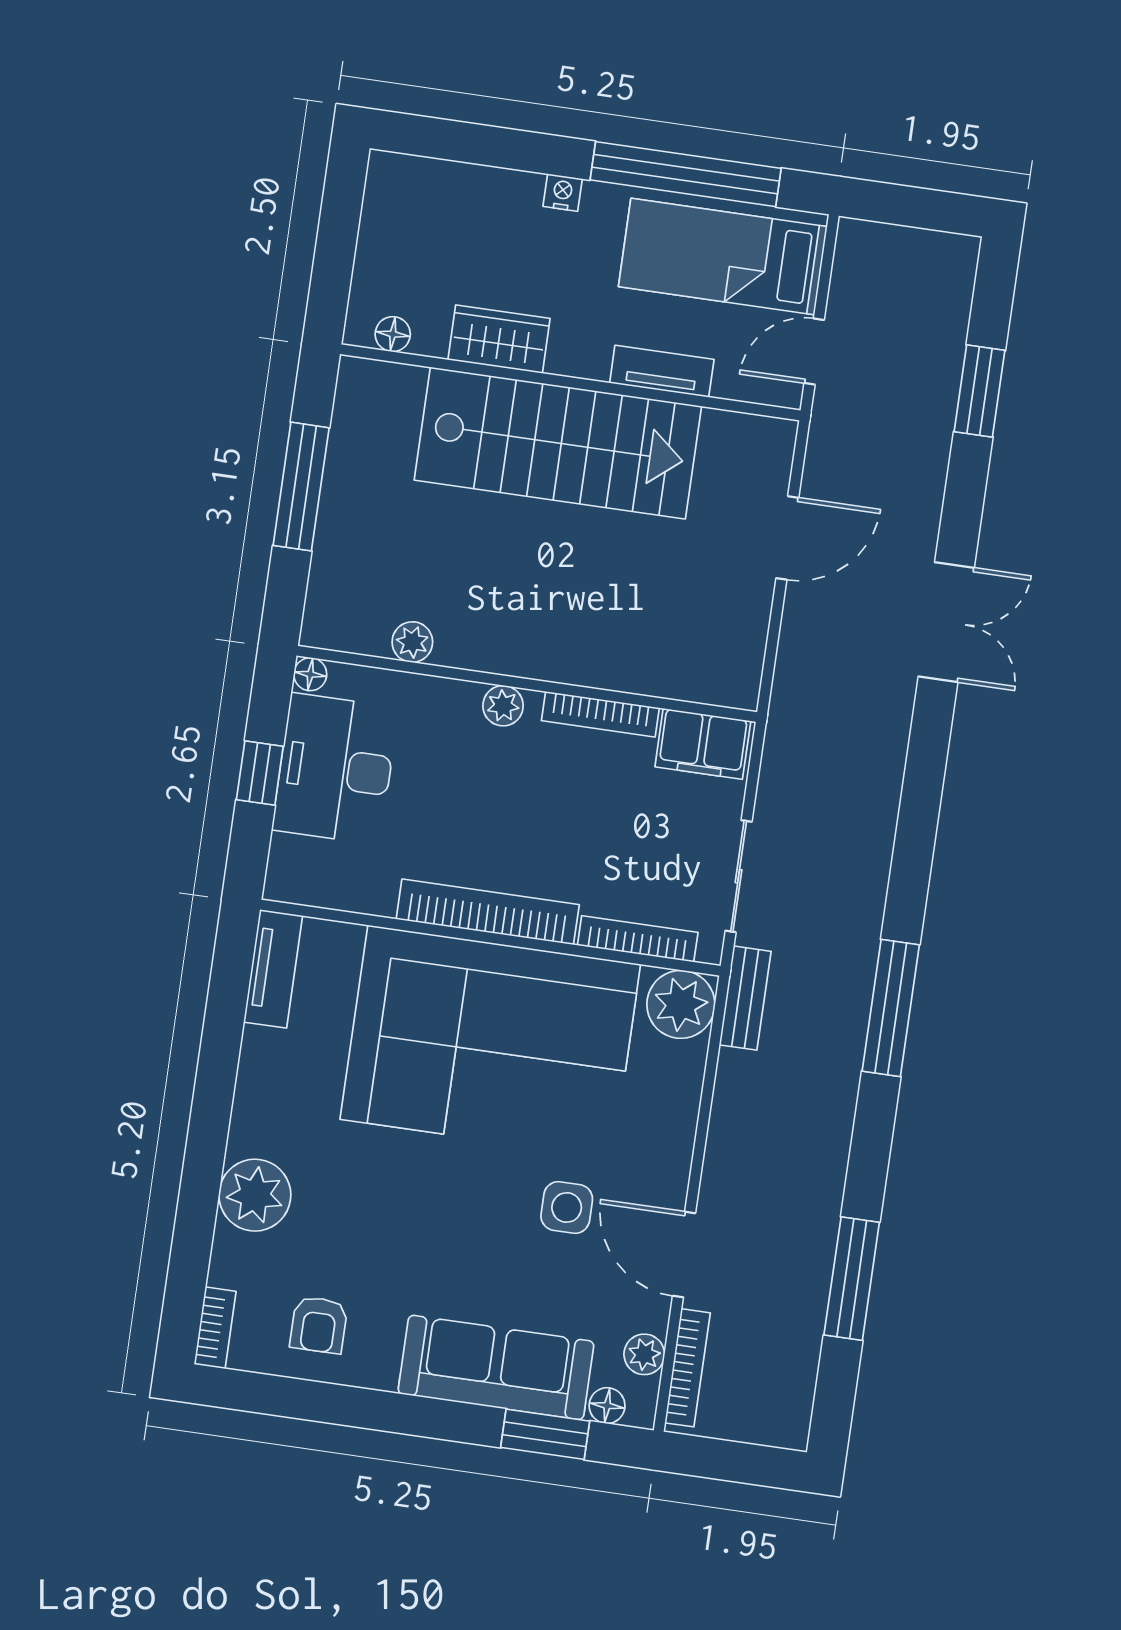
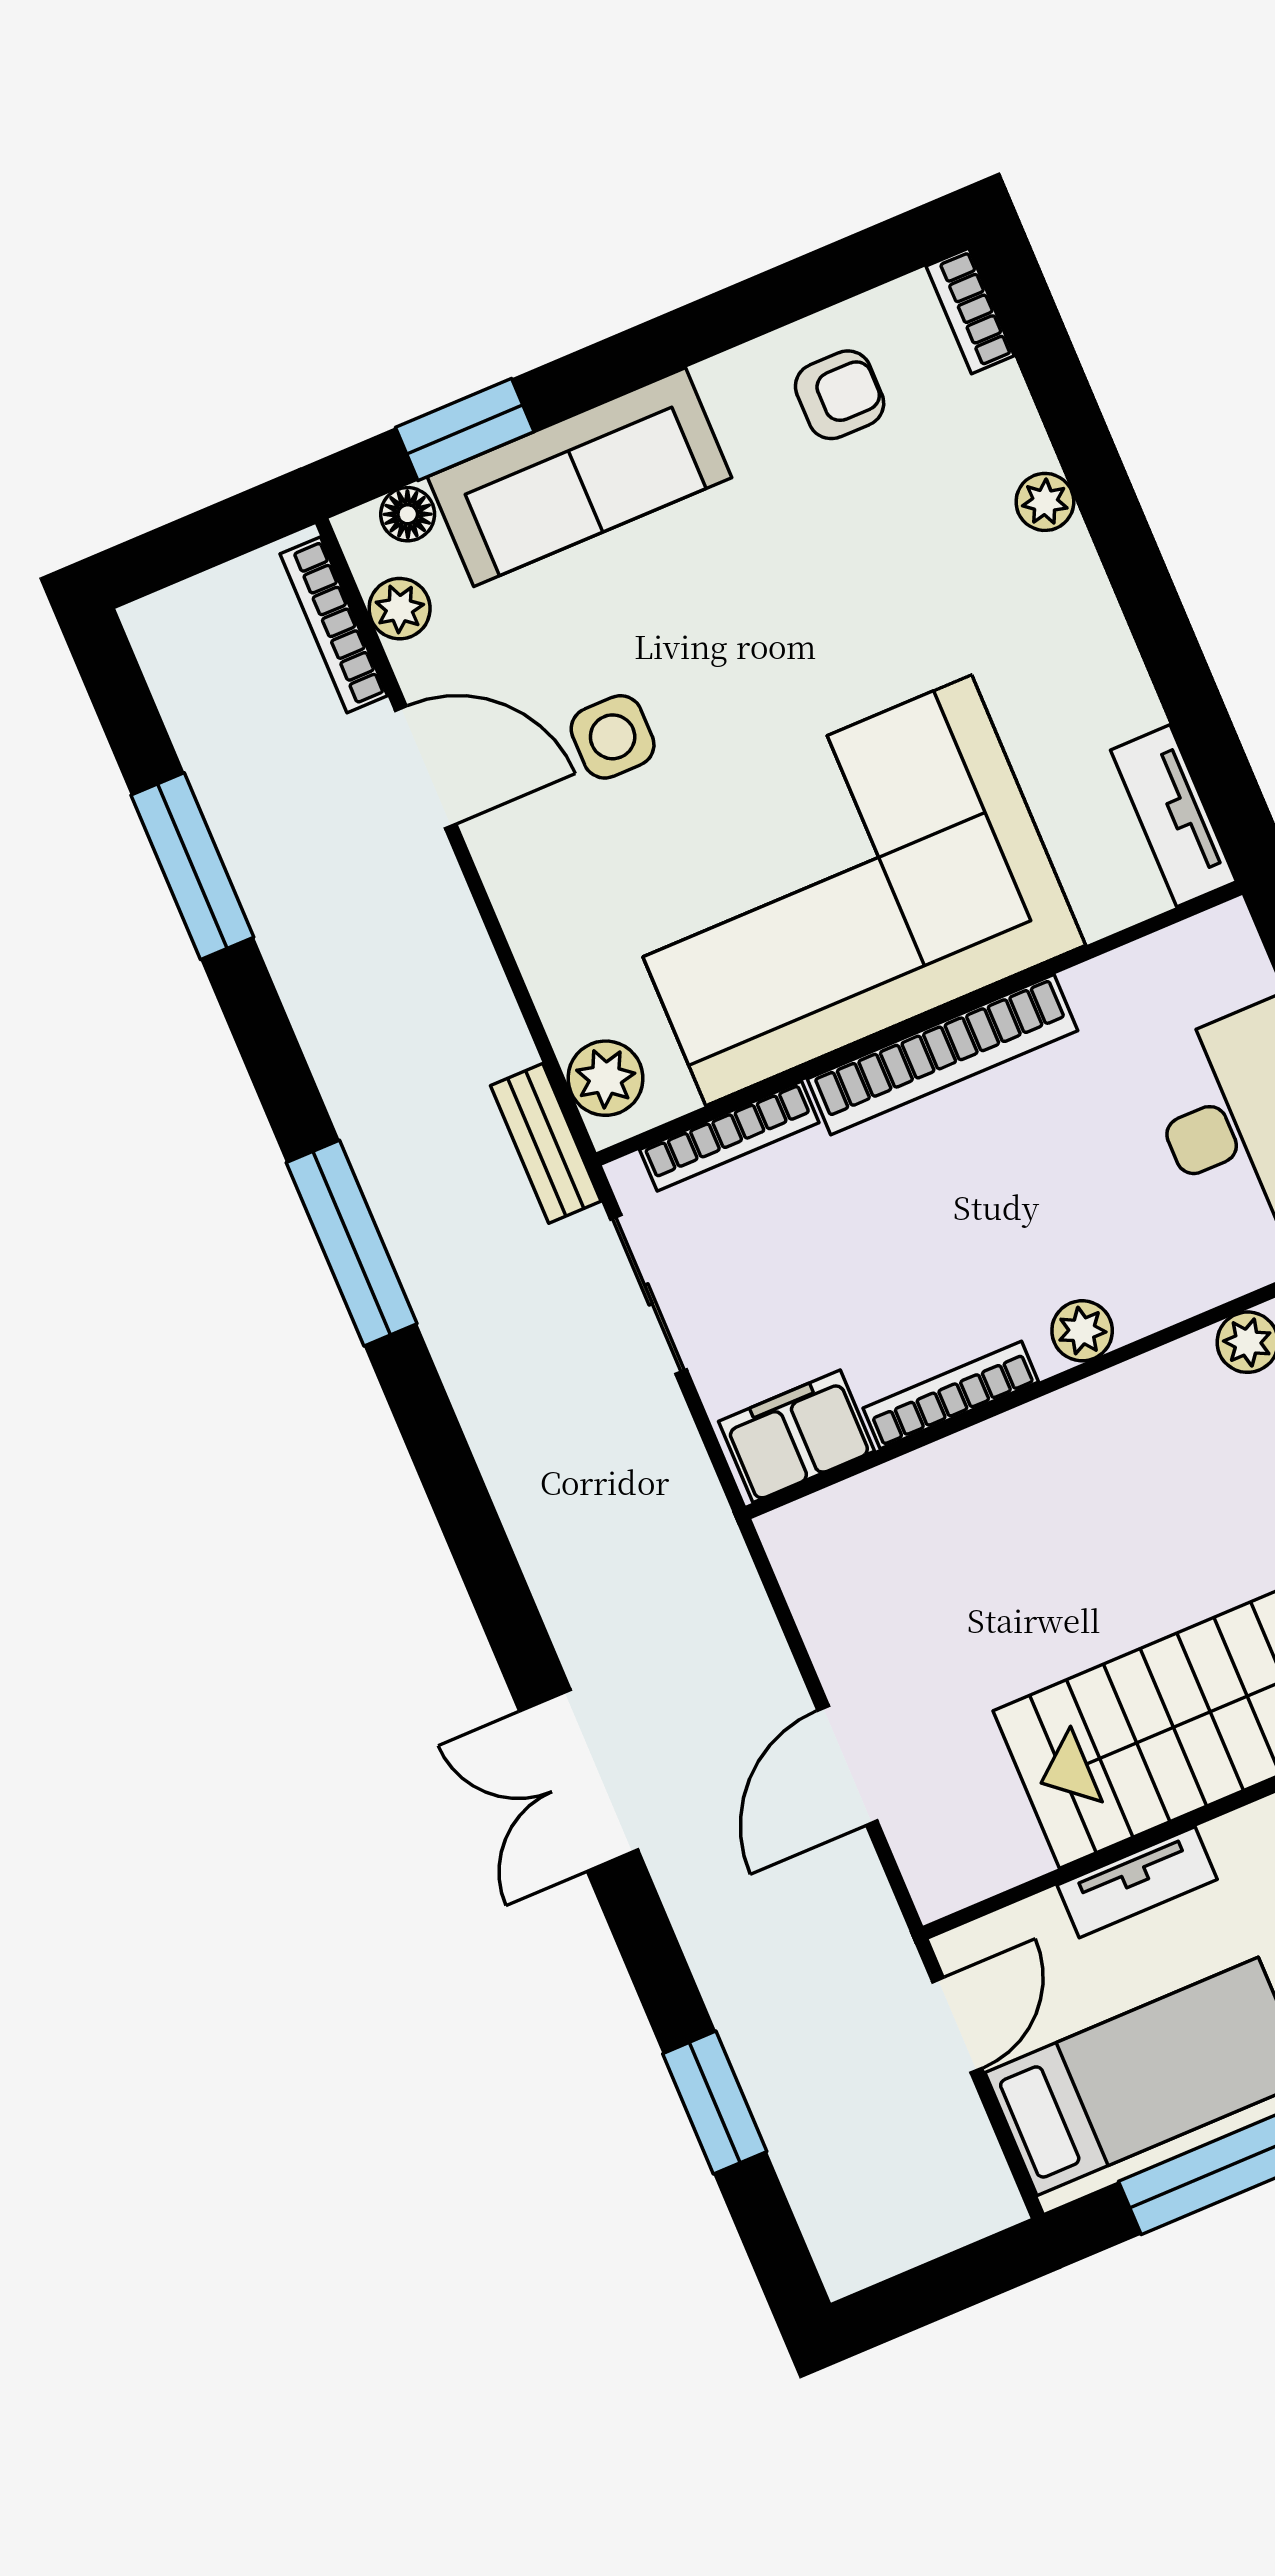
plant: (681, 1004) -> (606, 1078), width x0.73, depth x0.73
plant: (255, 1195) -> (1045, 502), width x0.53, depth x0.53
armchair: (319, 1325) -> (840, 395), turned 90

